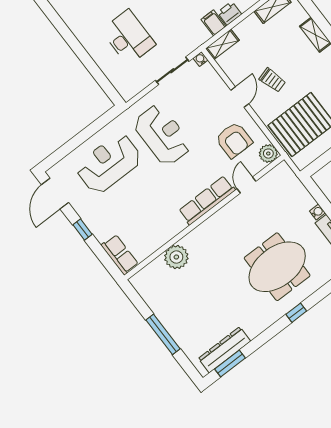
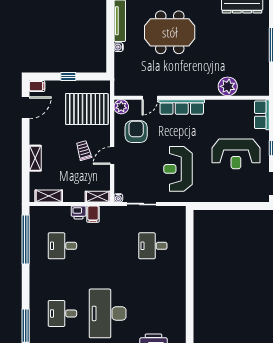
desk: (128, 37) -> (153, 246), width x0.73
reception desk: (109, 163) -> (236, 154), moved

